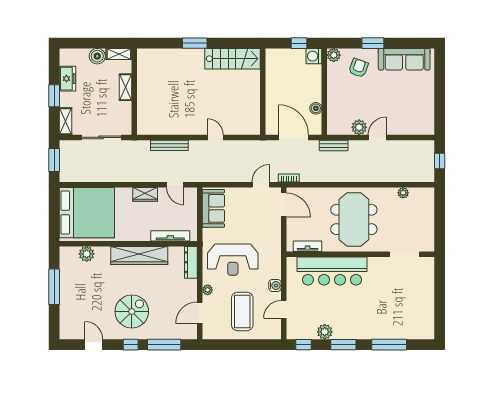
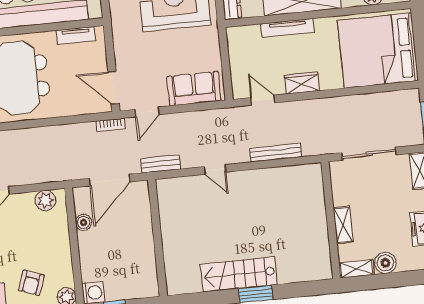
stairs: (232, 59) -> (239, 274), moved
plant: (359, 127) -> (45, 200), moved
door: (294, 137) -> (110, 180), hinge flipped
bench: (334, 146) -> (160, 164), moved
sofa: (213, 208) -> (194, 89), moved, turned 90
tv unit: (170, 236) -> (288, 28), moved

